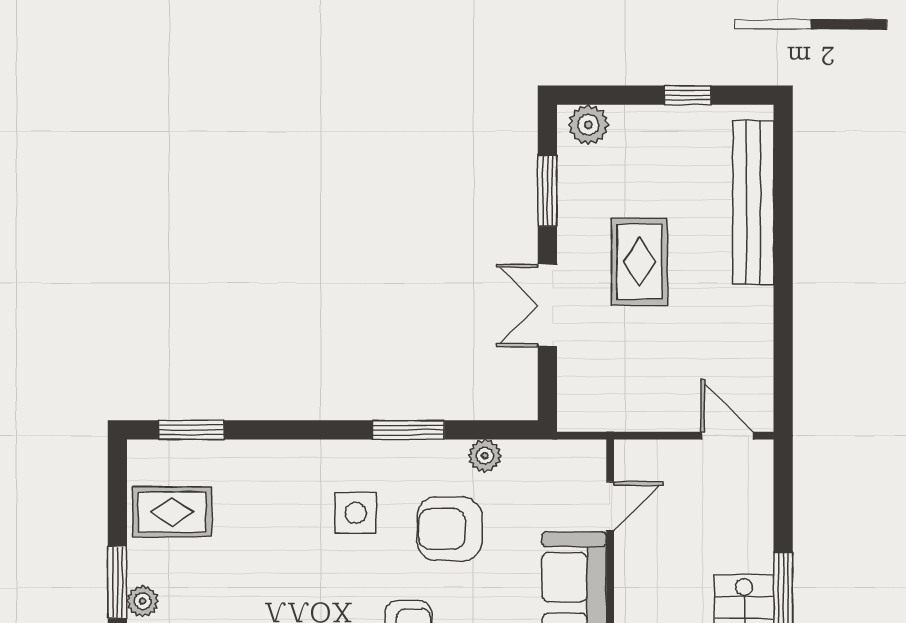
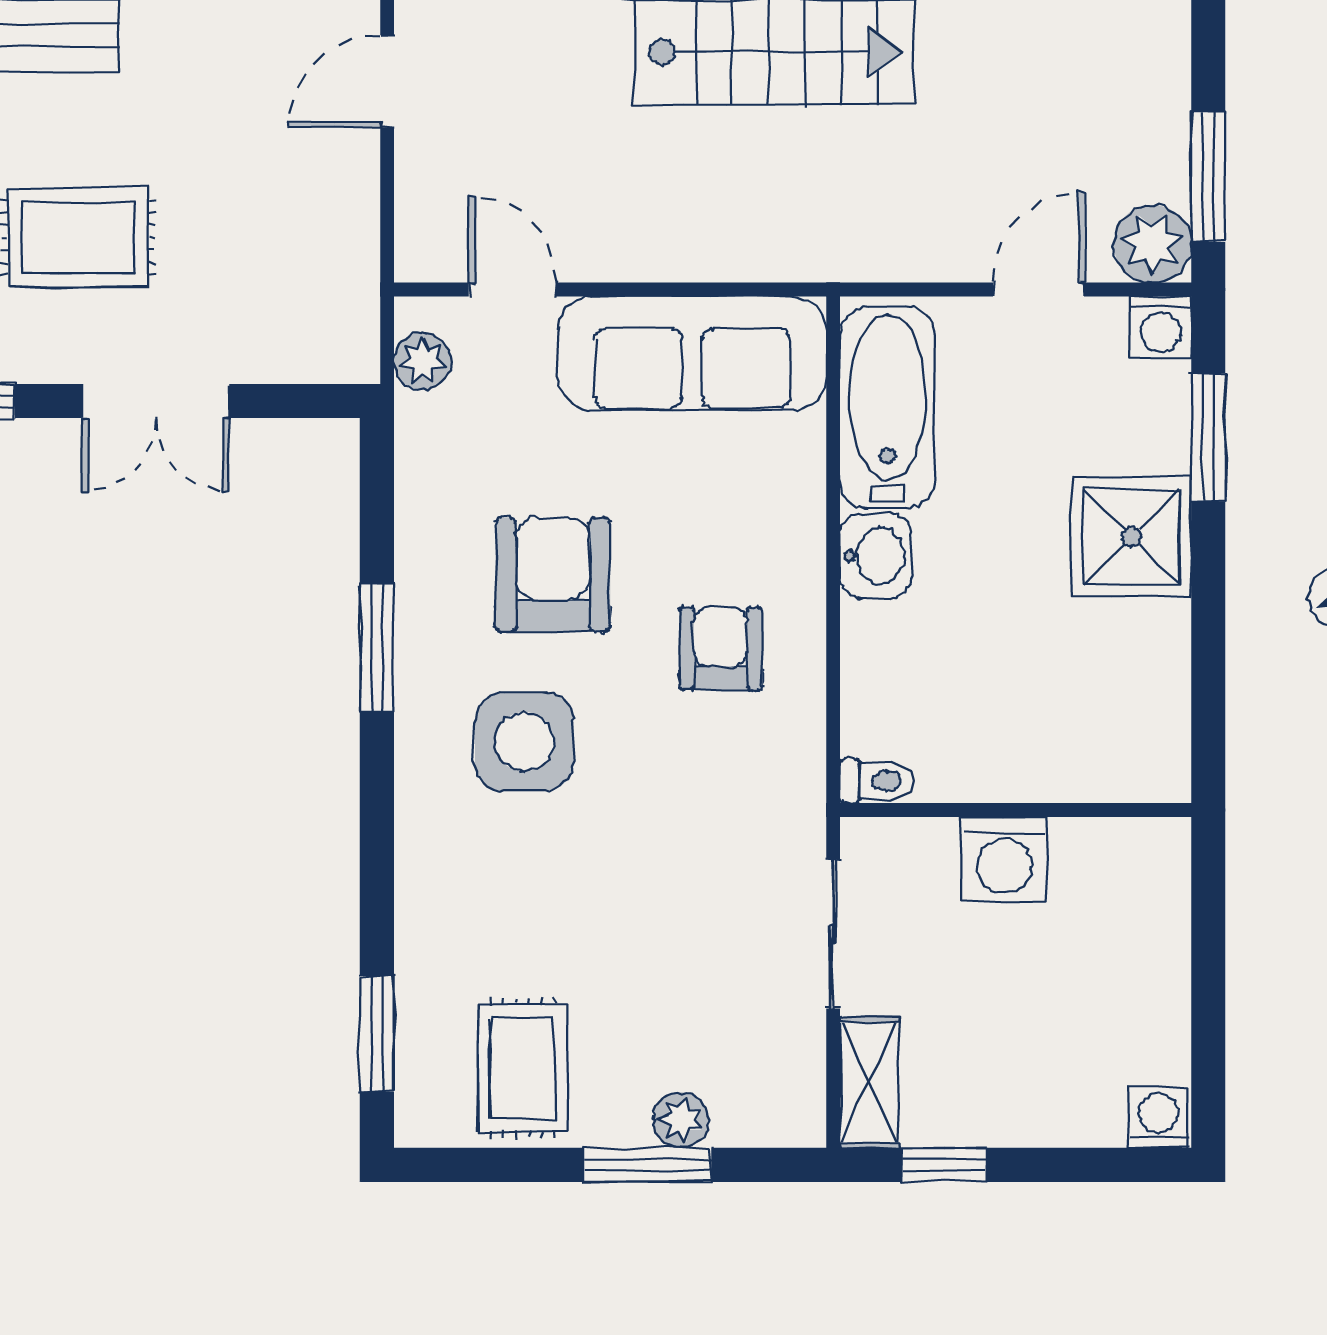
plant: (485, 456) -> (423, 361), moved
side table: (356, 513) -> (524, 742), width x1.37, depth x1.37
armchair: (450, 529) -> (553, 575), turned 180

